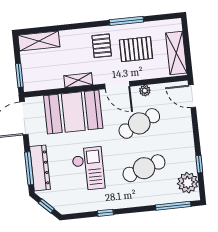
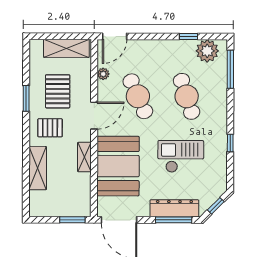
window: (126, 21) -> (26, 98), width x0.69
shelving: (39, 41) -> (38, 168), moved
plant: (145, 91) -> (103, 74), moved

